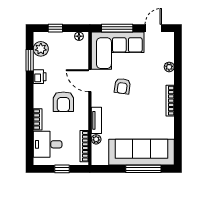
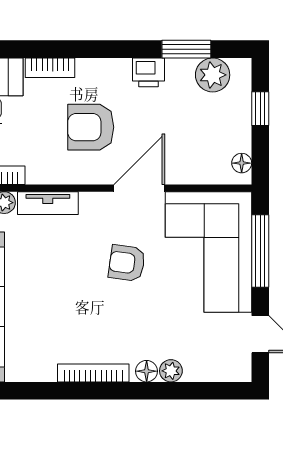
floor lamp: (169, 78) -> (147, 371), added

